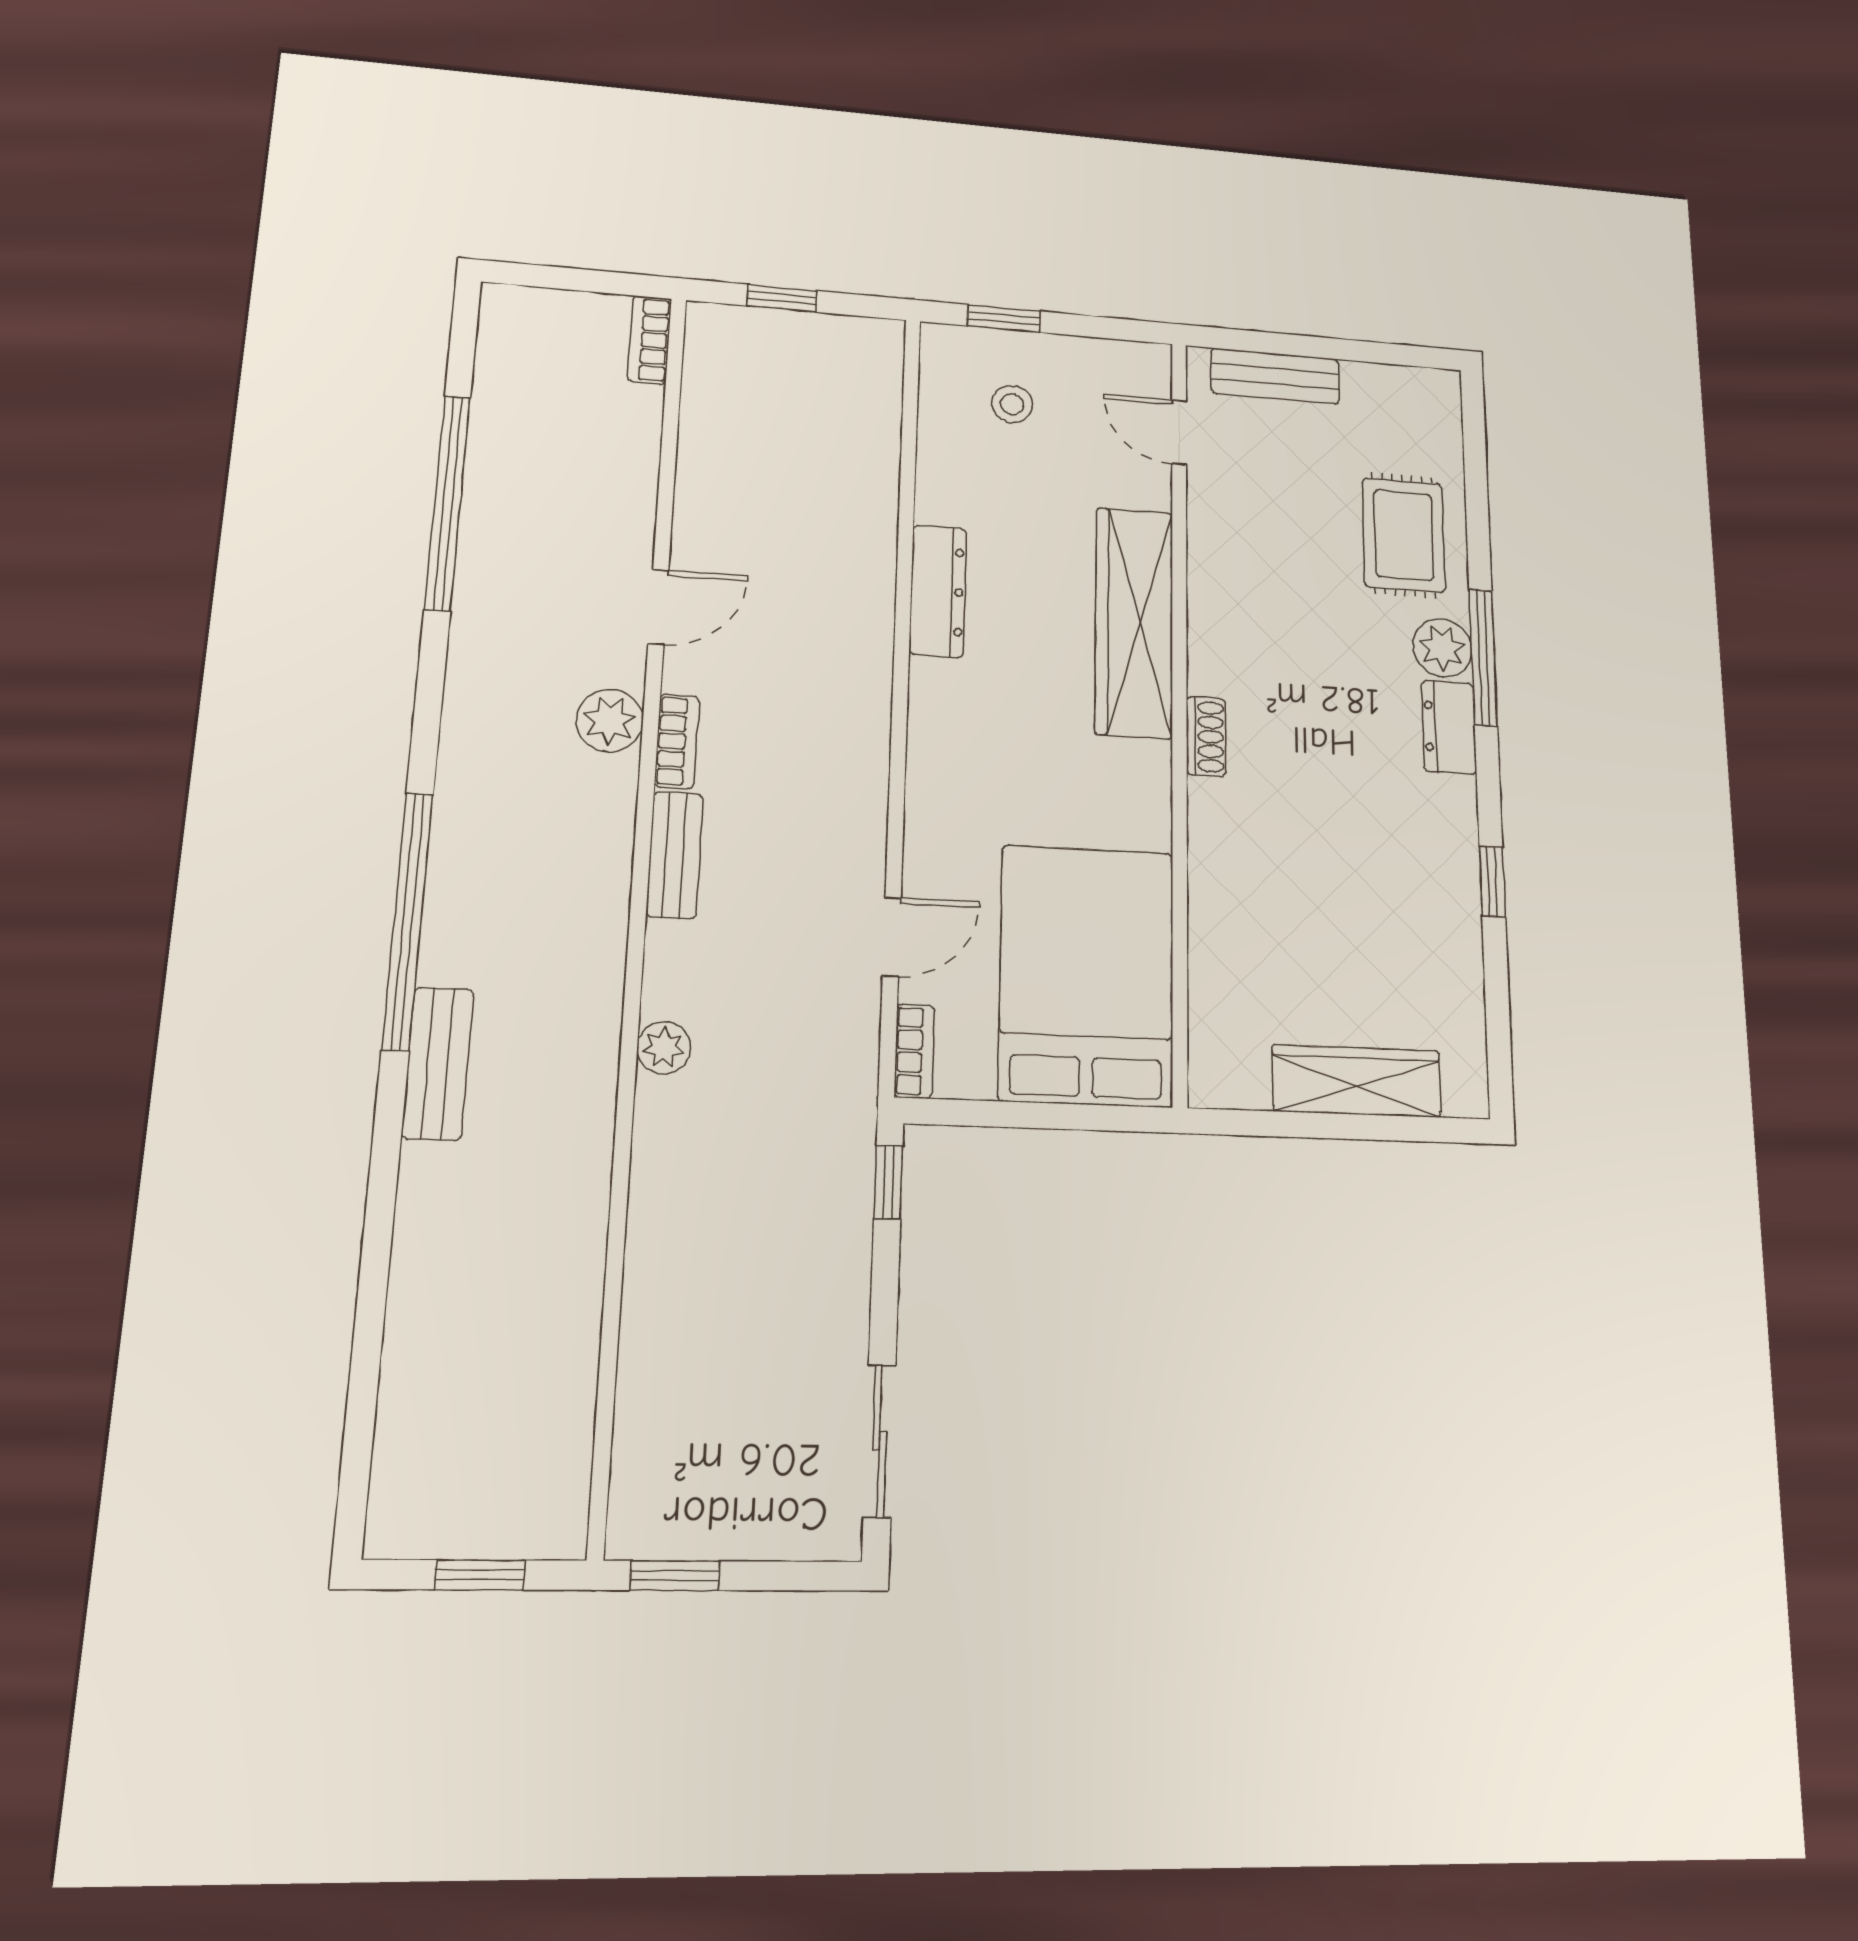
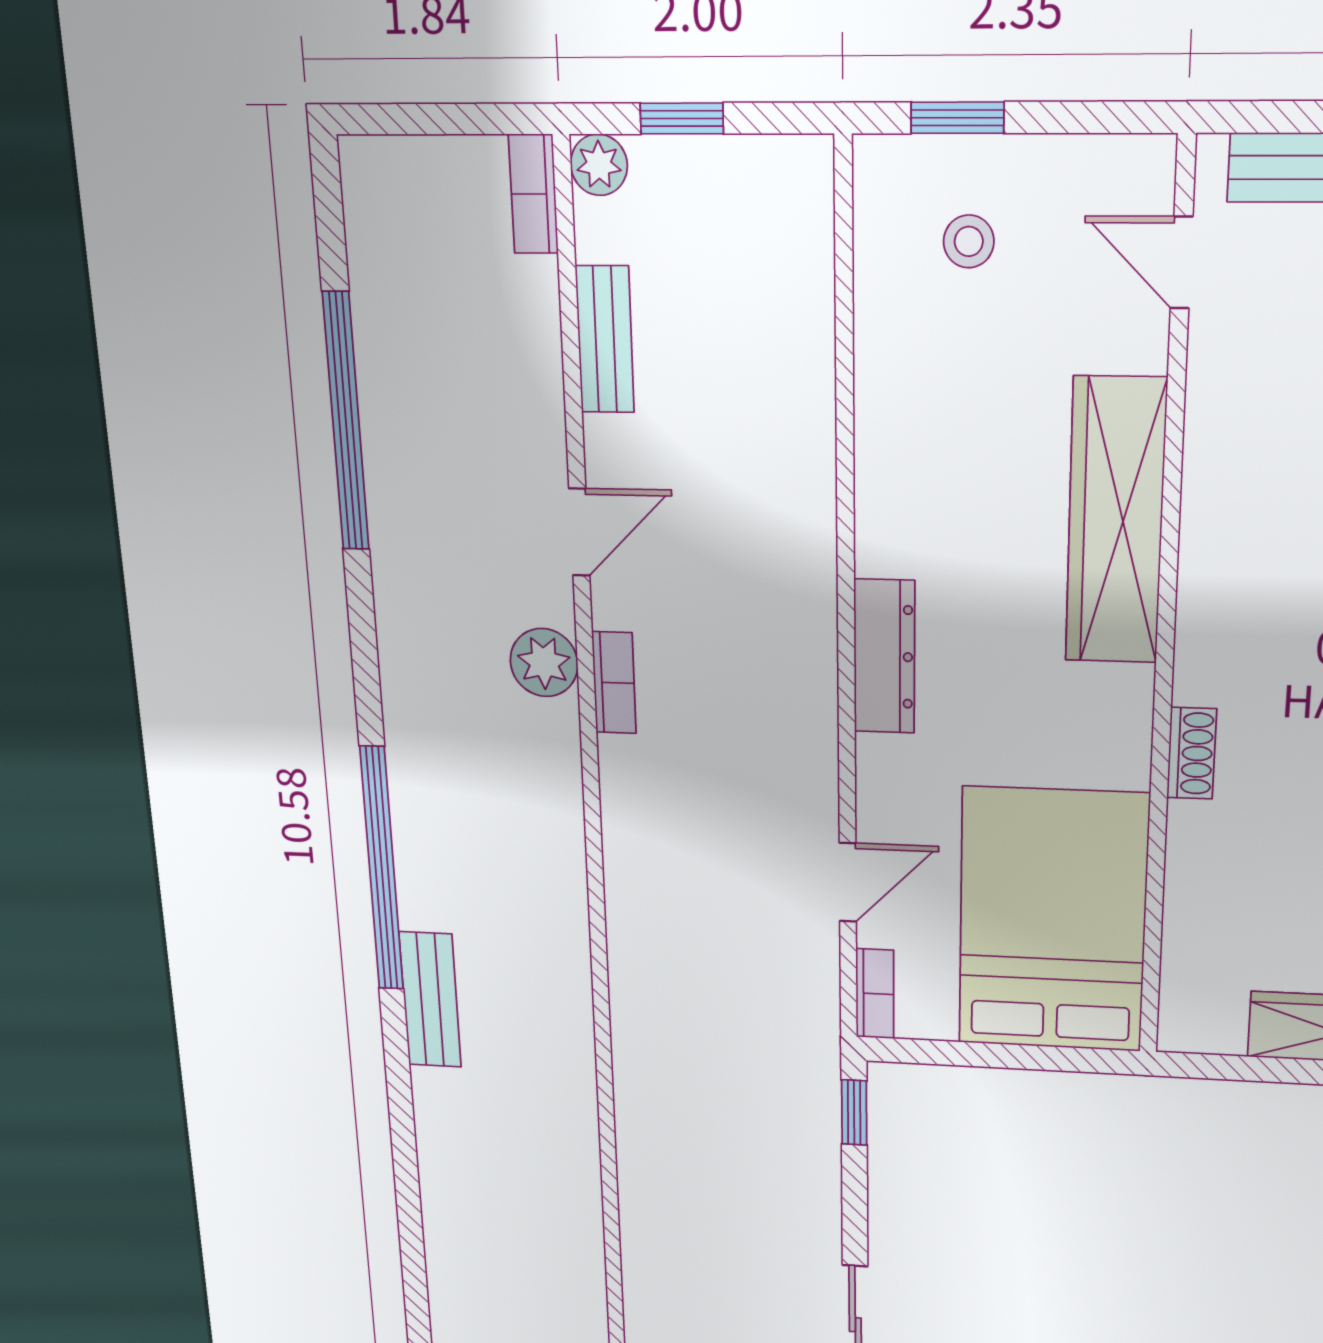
dresser: (938, 591) -> (884, 656), moved
shoe rack: (1206, 737) -> (1192, 753), moved
bench: (675, 855) -> (605, 340), moved
plant: (664, 1048) -> (599, 165), moved

